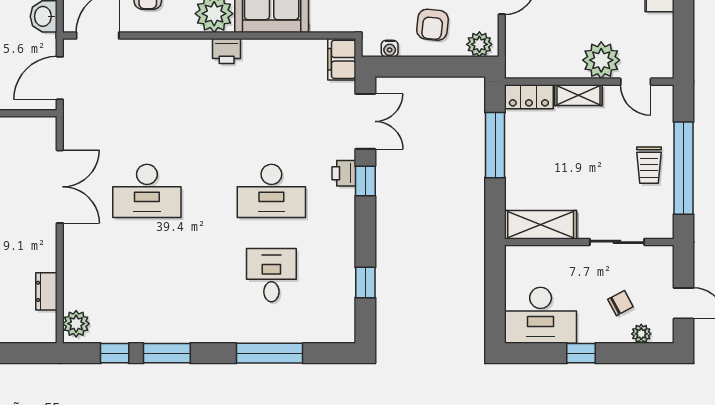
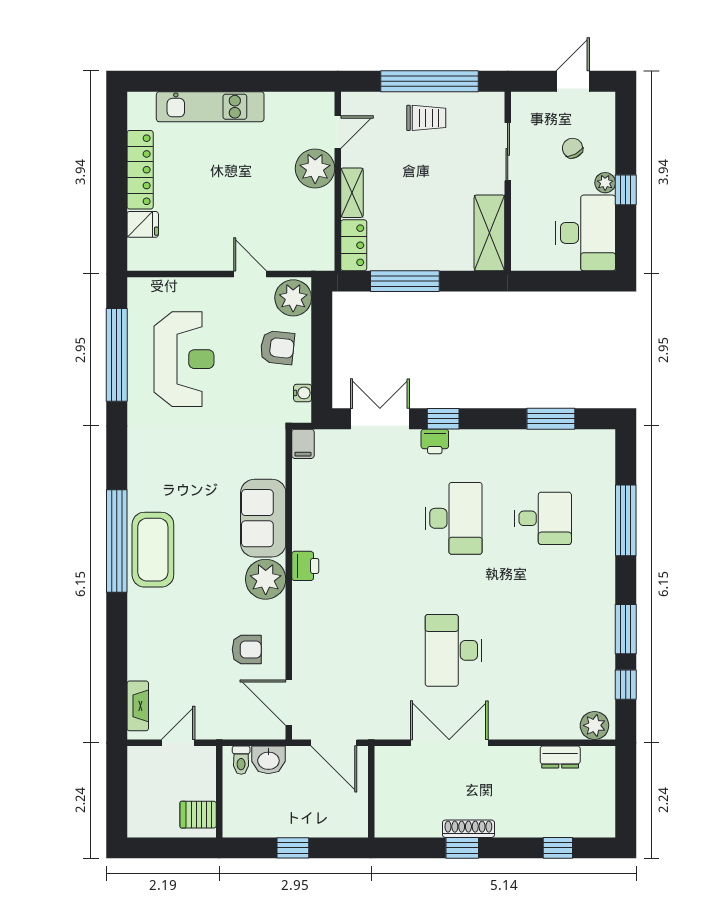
plant: (479, 44) -> (293, 298), width x1.36, depth x1.36
filing cabinet: (342, 59) -> (303, 444), width x0.50
desk: (147, 191) -> (454, 650), turned 180
desk: (271, 275) -> (543, 518), turned 180
window: (365, 283) -> (551, 419), width x1.50
plant: (641, 334) -> (605, 183), moved

